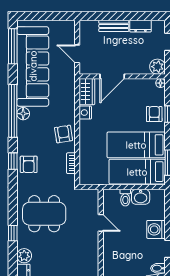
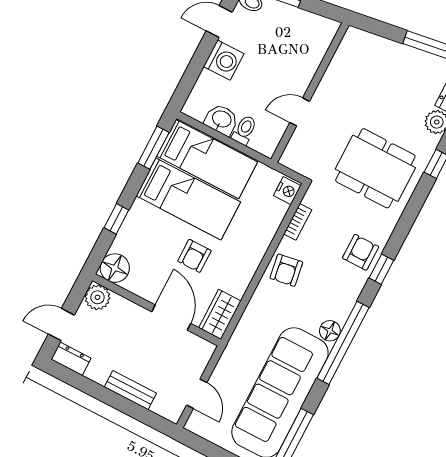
dresser: (140, 26) -> (71, 359), moved
door: (77, 54) -> (197, 394), moved
door: (112, 76) -> (171, 318), hinge flipped
floor lamp: (160, 83) -> (115, 268), width x1.89, depth x1.89
nightstand: (85, 113) -> (287, 191), moved
armchair: (154, 114) -> (194, 256), moved
door: (101, 223) -> (300, 112), hinge flipped

